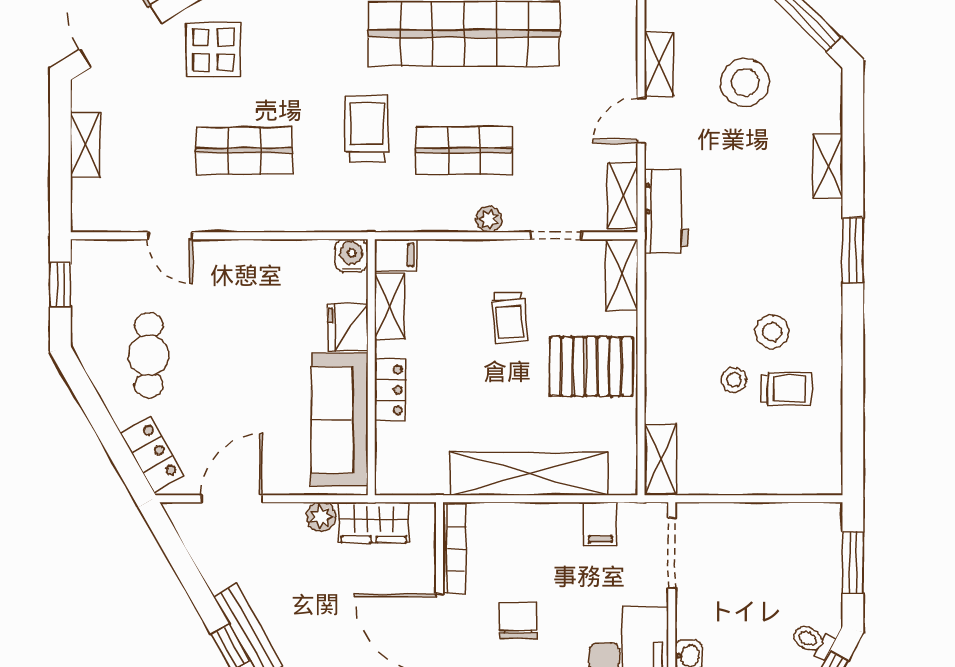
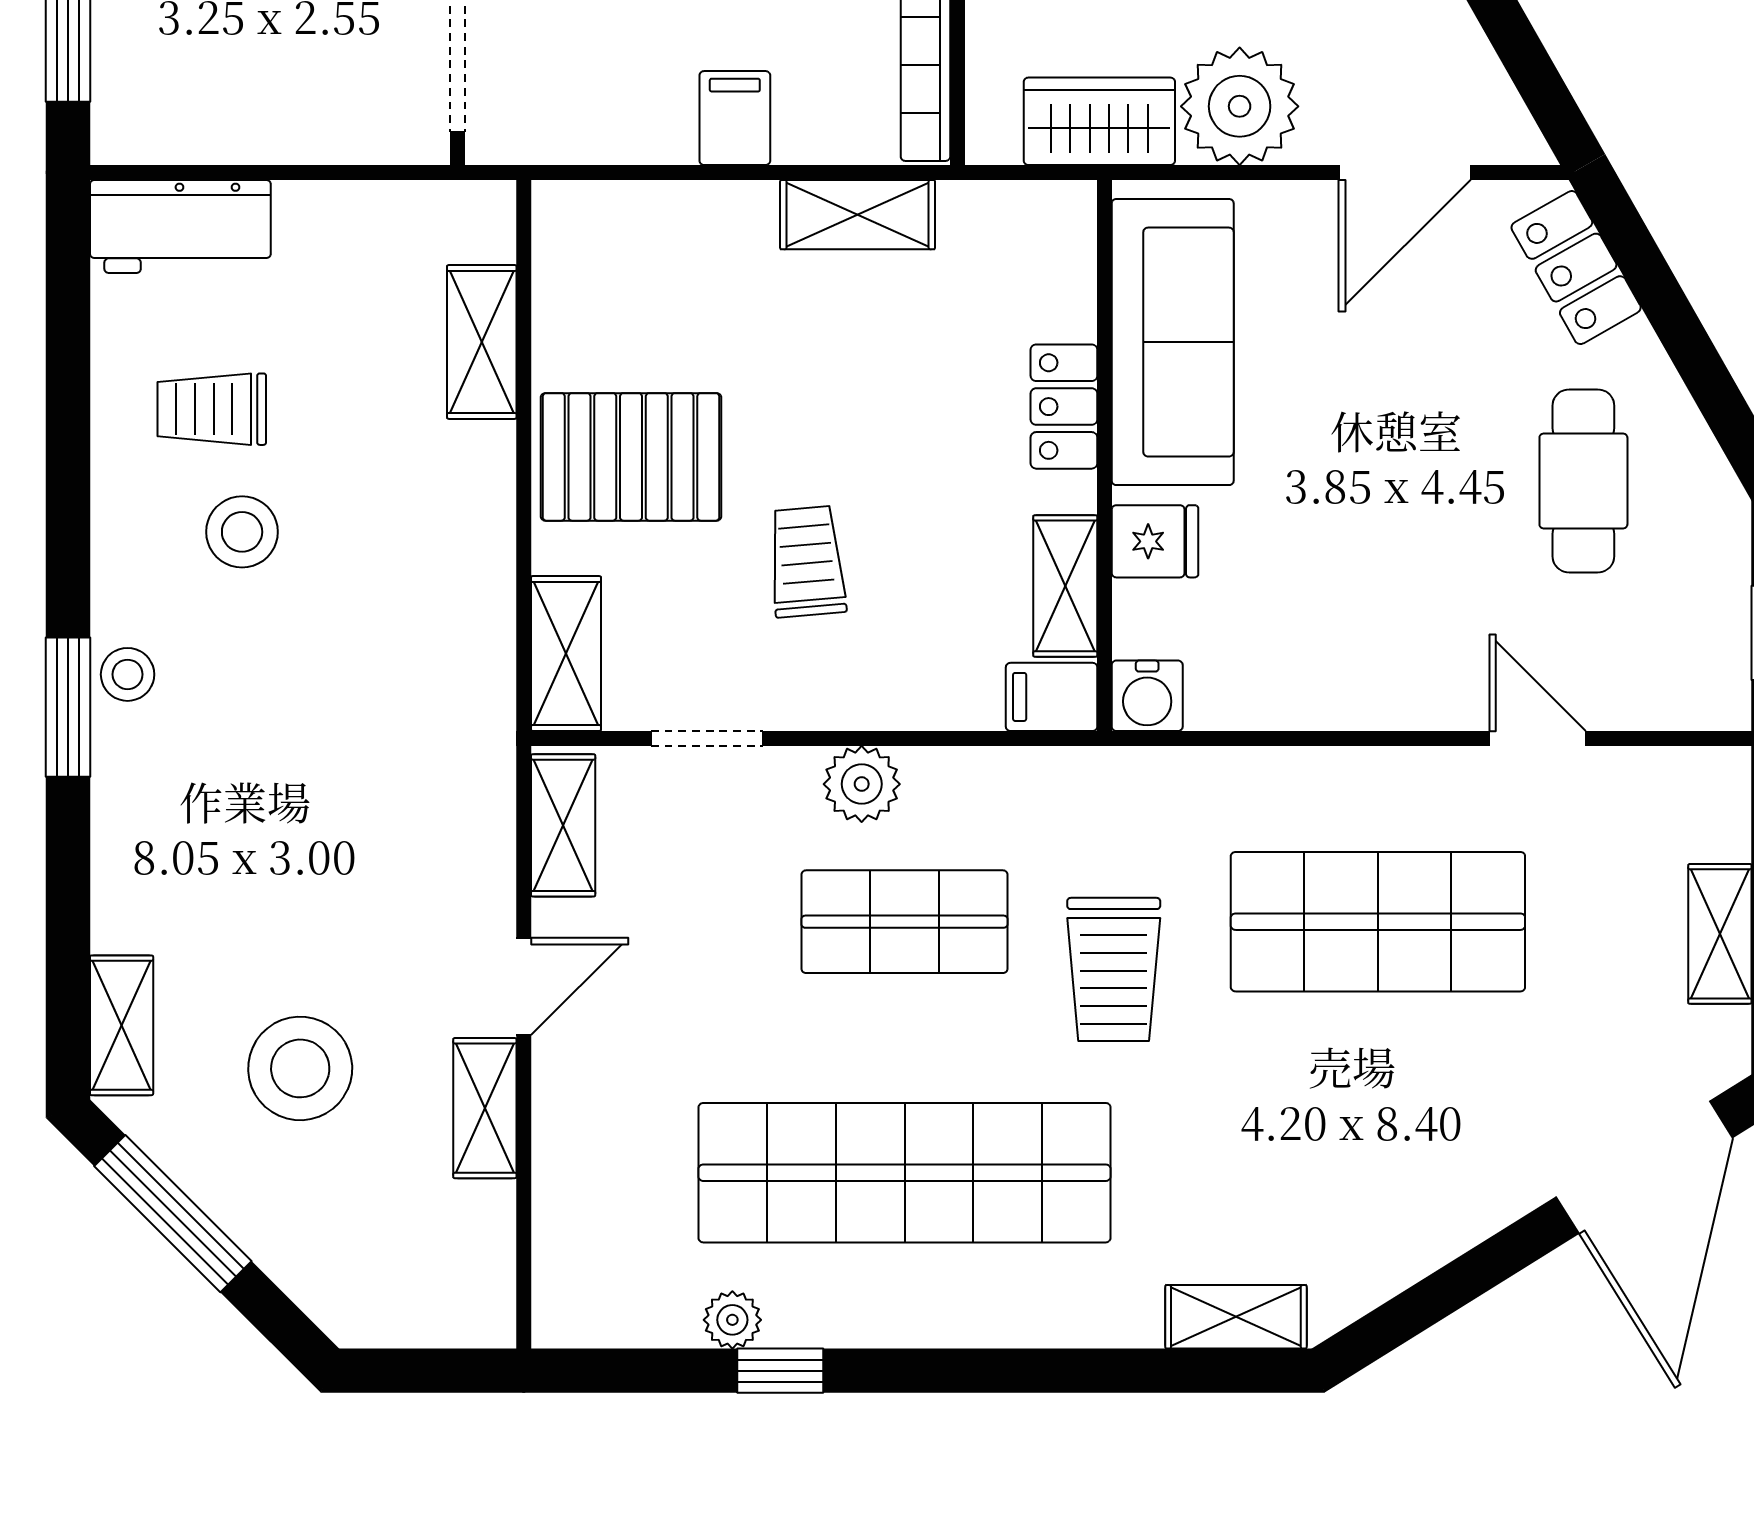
display table: (213, 50) -> (1444, 1138), removed
shop shelf: (244, 151) -> (1378, 922), width x1.43, depth x1.36
shelving: (828, 166) -> (122, 1025), moved
workbench: (666, 211) -> (180, 226), moved, turned -90
plant: (489, 219) -> (862, 784), width x1.38, depth x1.38
fridge: (348, 327) -> (1155, 541), width x0.72
stool: (734, 380) -> (128, 674), moved
shelving: (661, 459) -> (482, 342), moved
shelving: (529, 474) -> (858, 215), width x0.45, depth x0.75
plant: (321, 517) -> (1240, 106), width x1.88, depth x1.88
filing cabinet: (600, 524) -> (735, 118), moved

